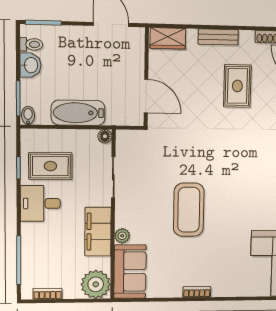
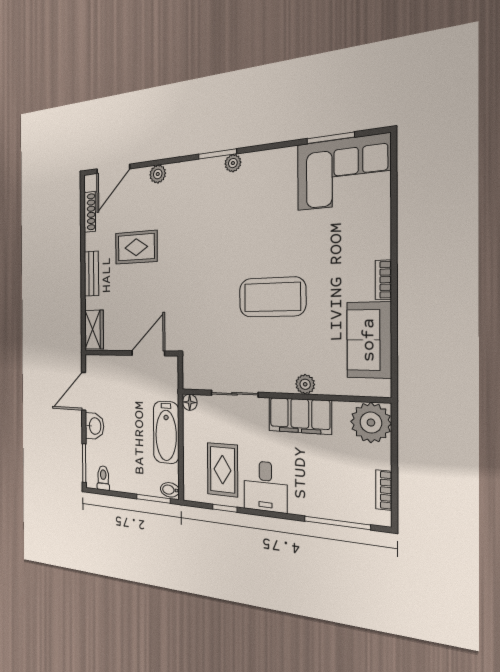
washbasin: (30, 65) -> (95, 426), moved, turned 90
sofa: (130, 272) -> (369, 340), moved, turned -90

